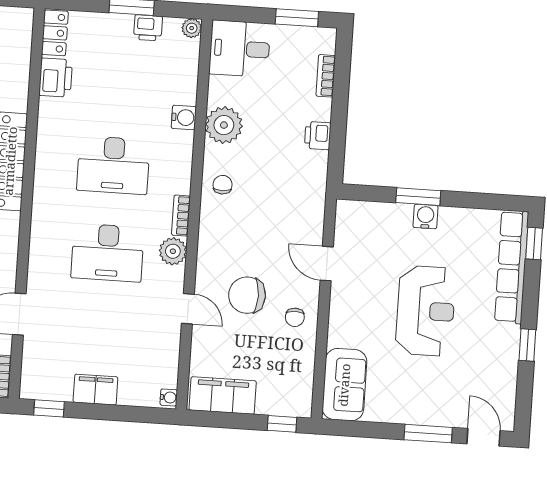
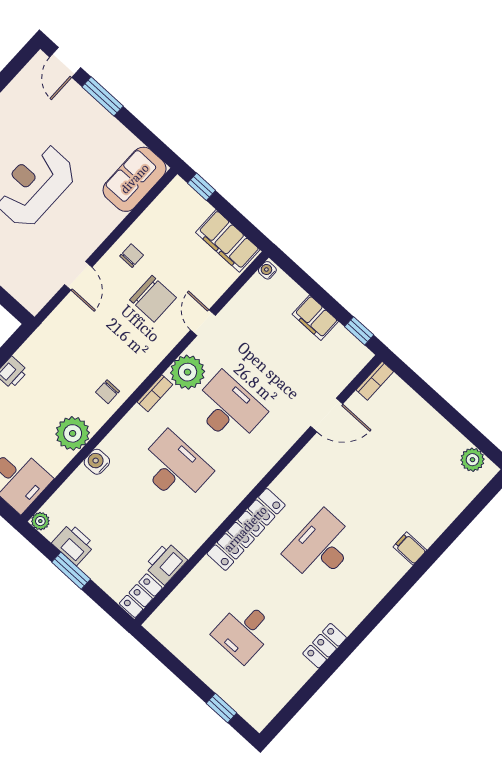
printer: (148, 28) -> (73, 544), width x1.36, depth x1.24
plant: (173, 251) -> (188, 372), width x1.36, depth x1.36

